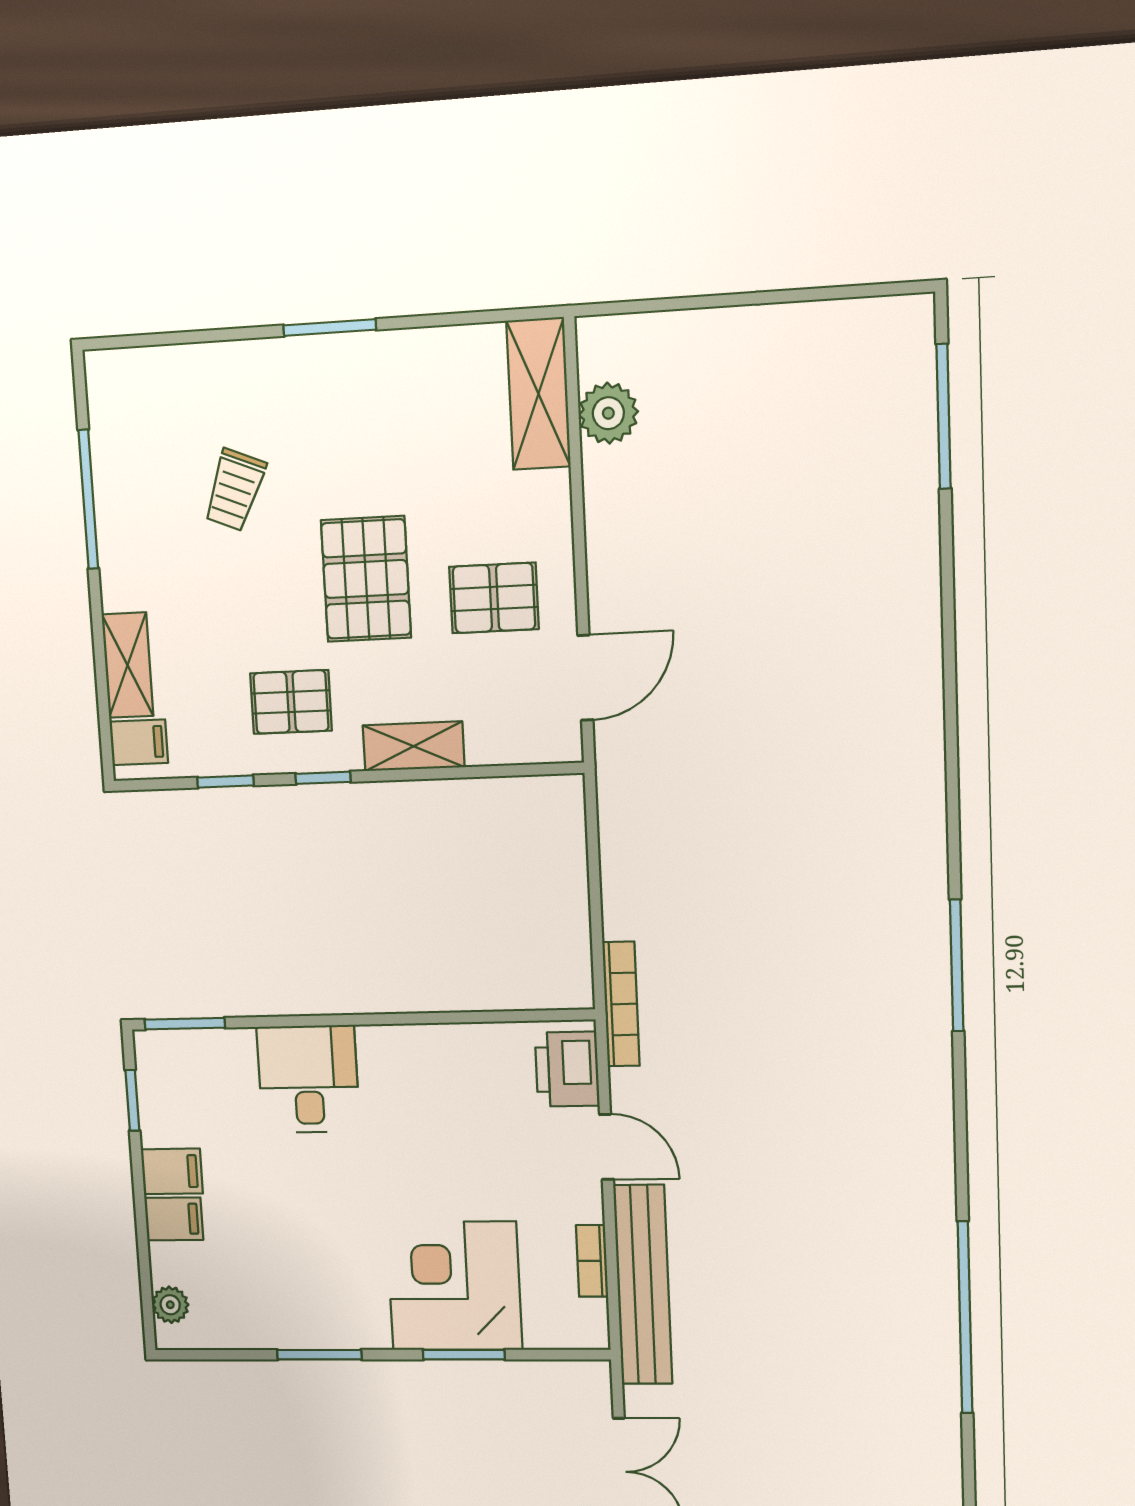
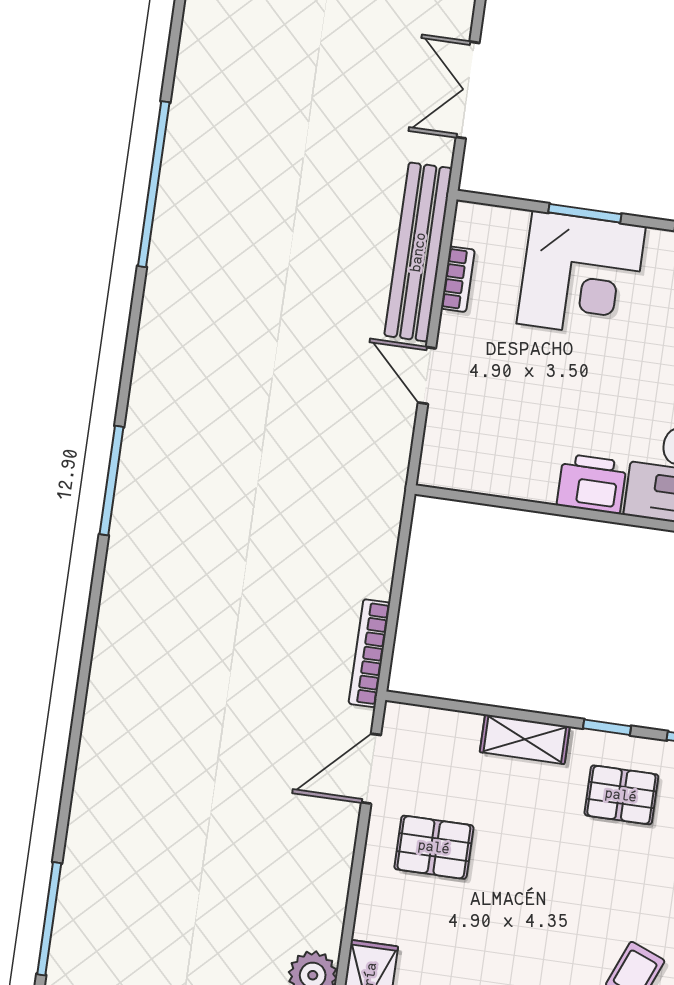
pallet: (366, 579) -> (537, 883), removed
bookcase: (621, 1004) -> (369, 653), moved
printer: (567, 1069) -> (592, 484), moved, turned -90

